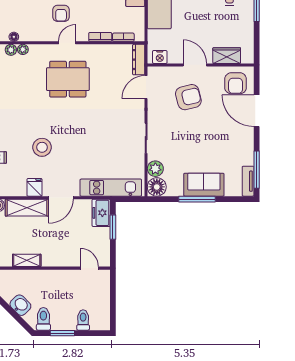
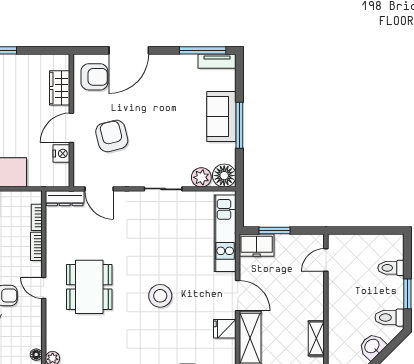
plant: (23, 49) -> (52, 343), removed
nightstand: (160, 57) -> (61, 153), moved
stool: (42, 147) -> (160, 296), moved

